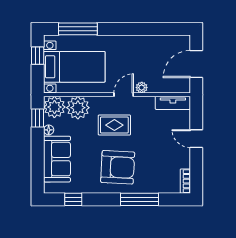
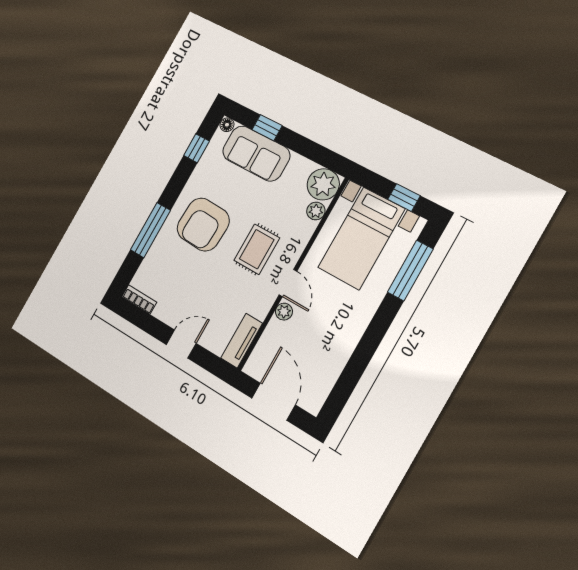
plant: (78, 108) -> (316, 211), width x0.53, depth x0.53
window: (38, 118) -> (267, 128), moved
floor lamp: (49, 130) -> (227, 125), moved

